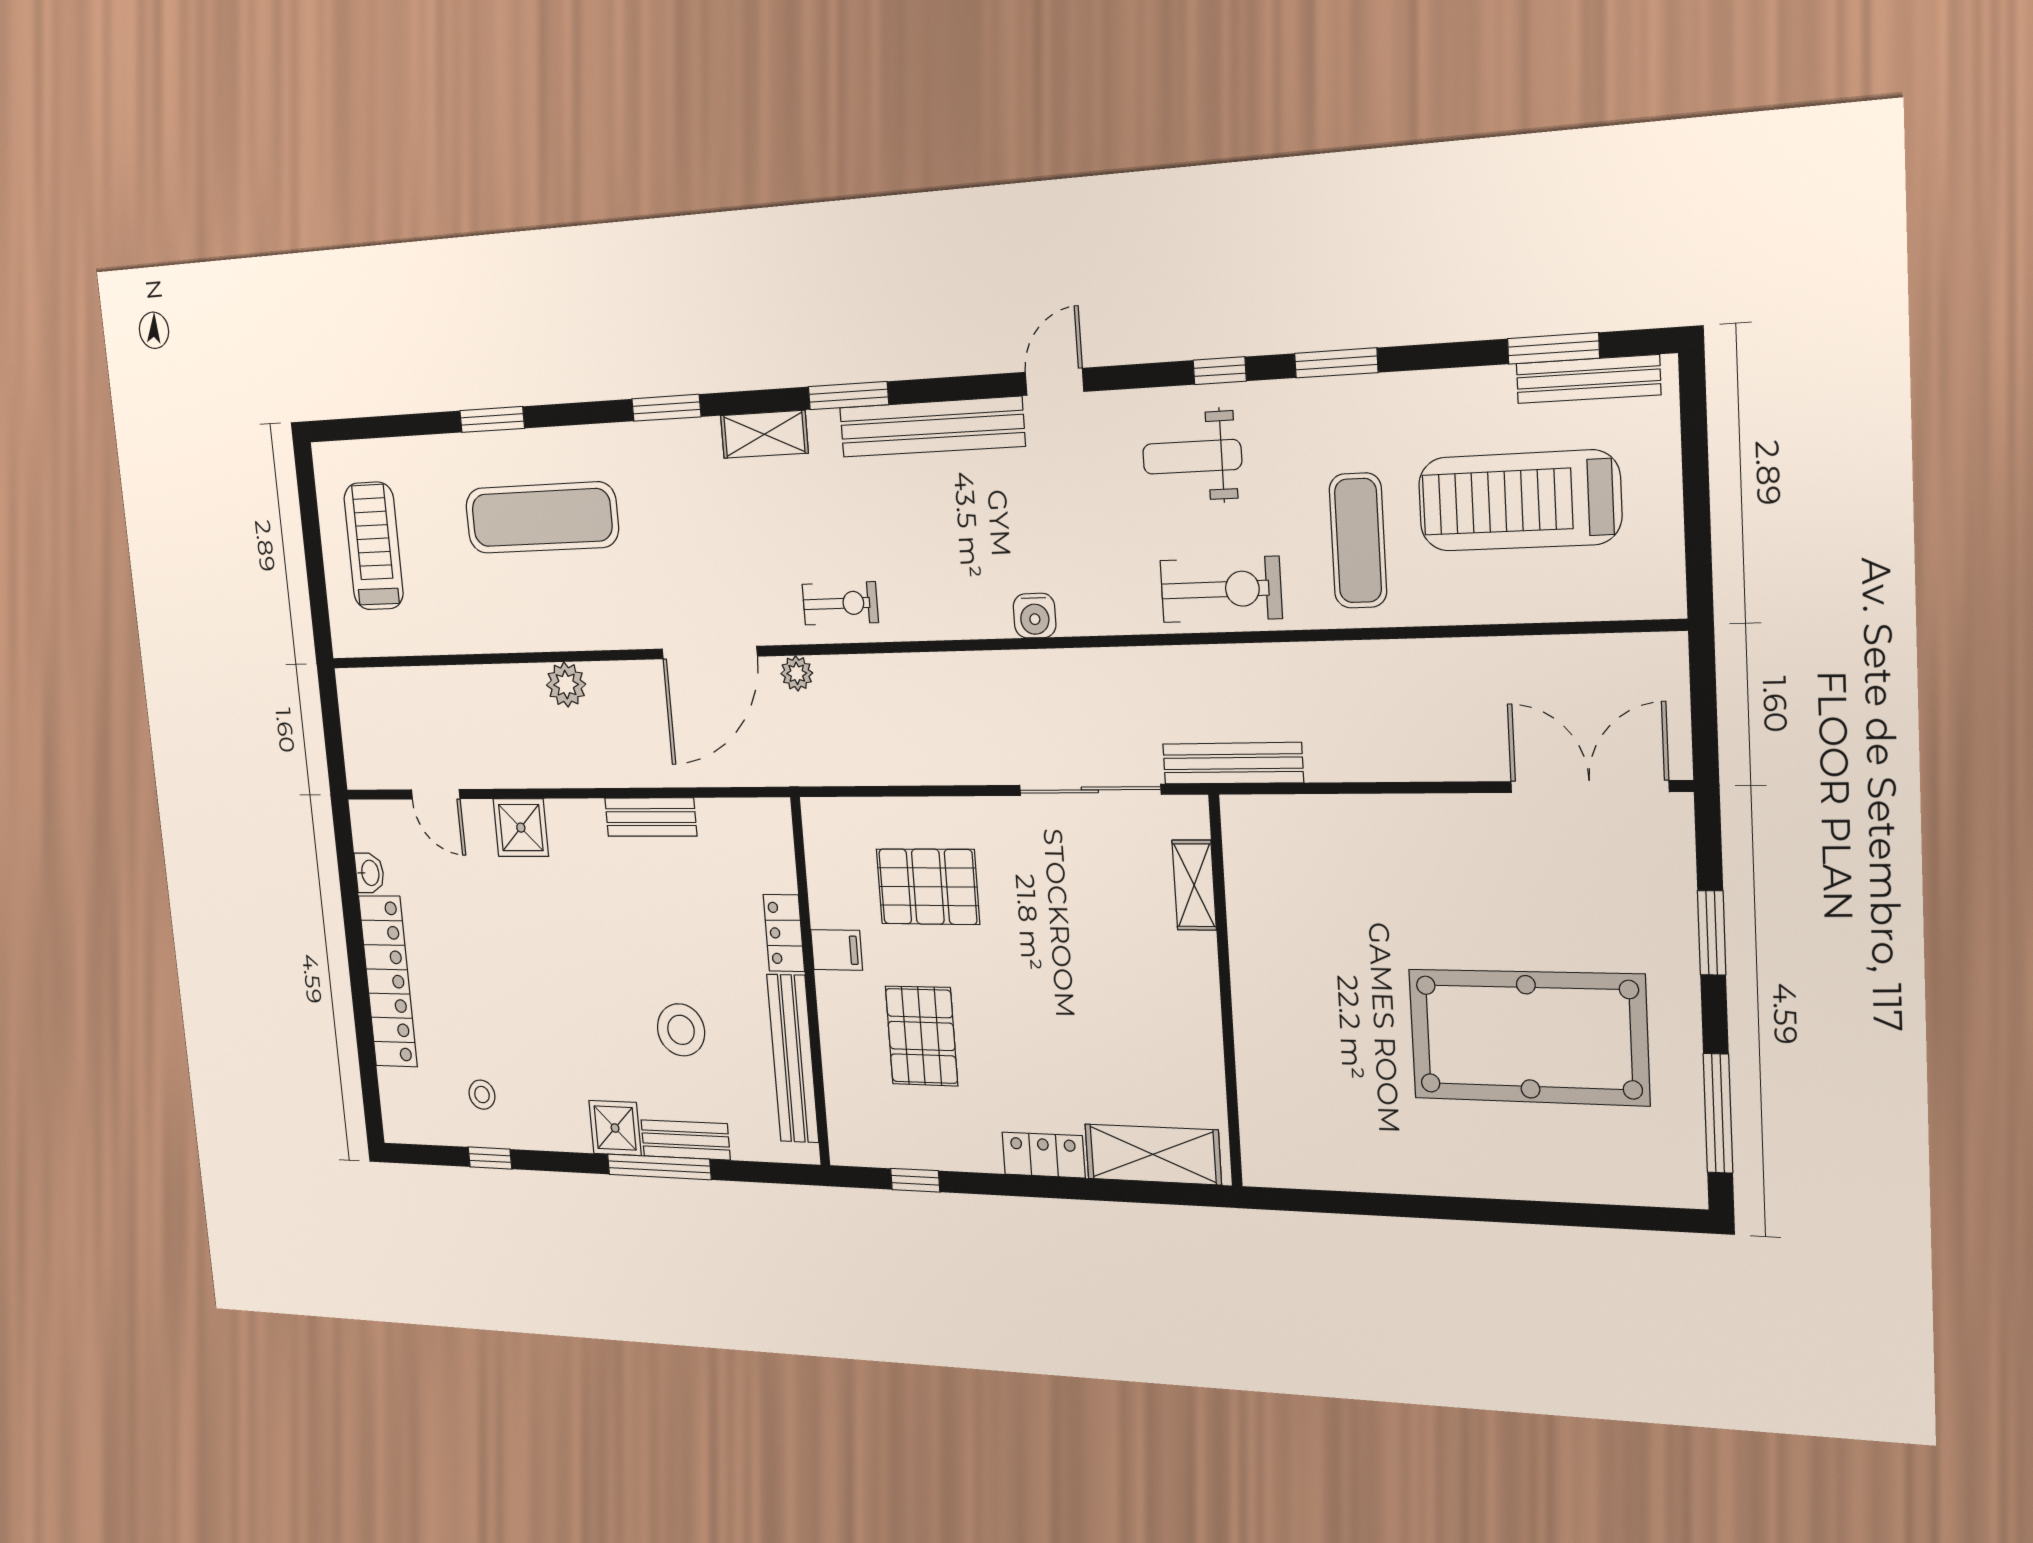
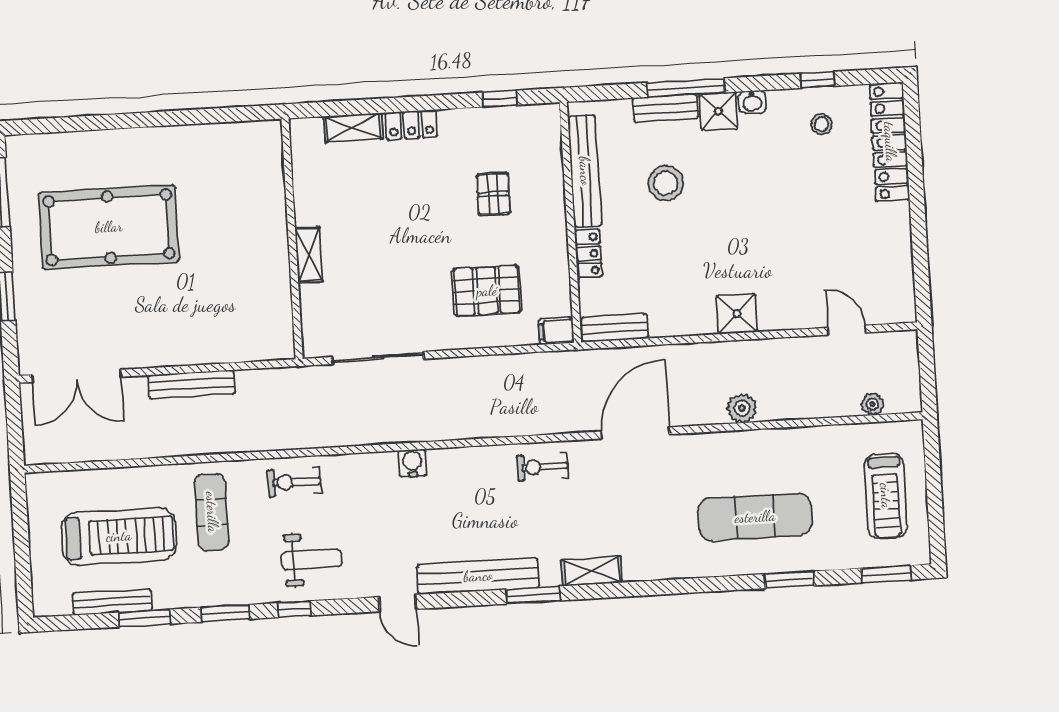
window: (1553, 348) -> (145, 618), moved
bench: (1588, 379) -> (112, 602), moved
door: (1054, 382) -> (398, 603), hinge flipped
window: (666, 408) -> (886, 574), moved
exercise bike: (1221, 589) -> (294, 482), width x0.73, depth x0.72
plant: (797, 673) -> (872, 404), moved
bench: (1233, 763) -> (191, 384), moved
bench: (651, 817) -> (615, 328), moved
shower: (521, 828) -> (737, 314), moved
washbasin: (370, 873) -> (752, 102), moved, turned -90
shelving: (1194, 885) -> (309, 255), moved
filing cabinet: (837, 950) -> (556, 331), moved
locker: (388, 981) -> (890, 142), moved
pallet: (921, 1036) -> (493, 194), width x0.67, depth x0.71
shelving: (1153, 1154) -> (353, 127), width x0.67, depth x0.75

